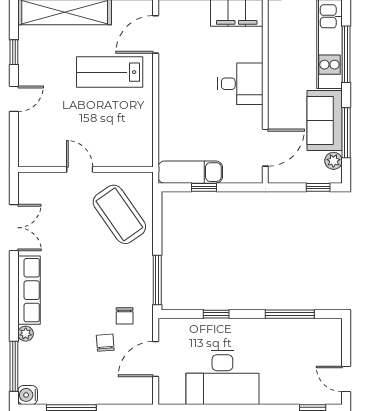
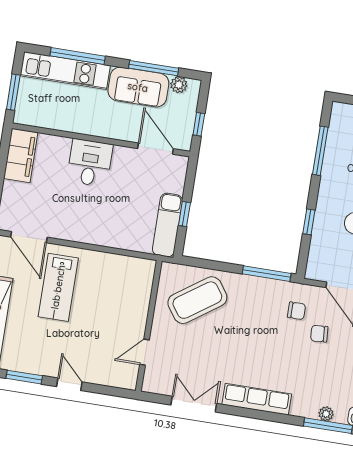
window: (14, 52) -> (24, 377), width x1.50
door: (80, 170) -> (145, 352), moved
window: (318, 187) -> (199, 124), moved
plant: (26, 334) -> (326, 414), moved

